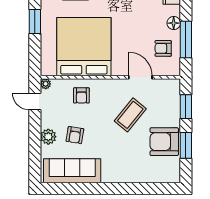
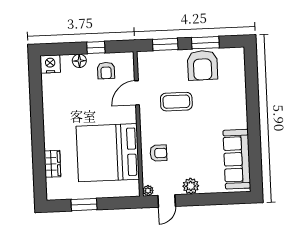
window: (186, 40) -> (96, 47), width x0.46
coffee table: (130, 115) -> (176, 102), turned -39
armchair: (75, 135) -> (200, 158), removed
plant: (48, 137) -> (191, 186), moved

